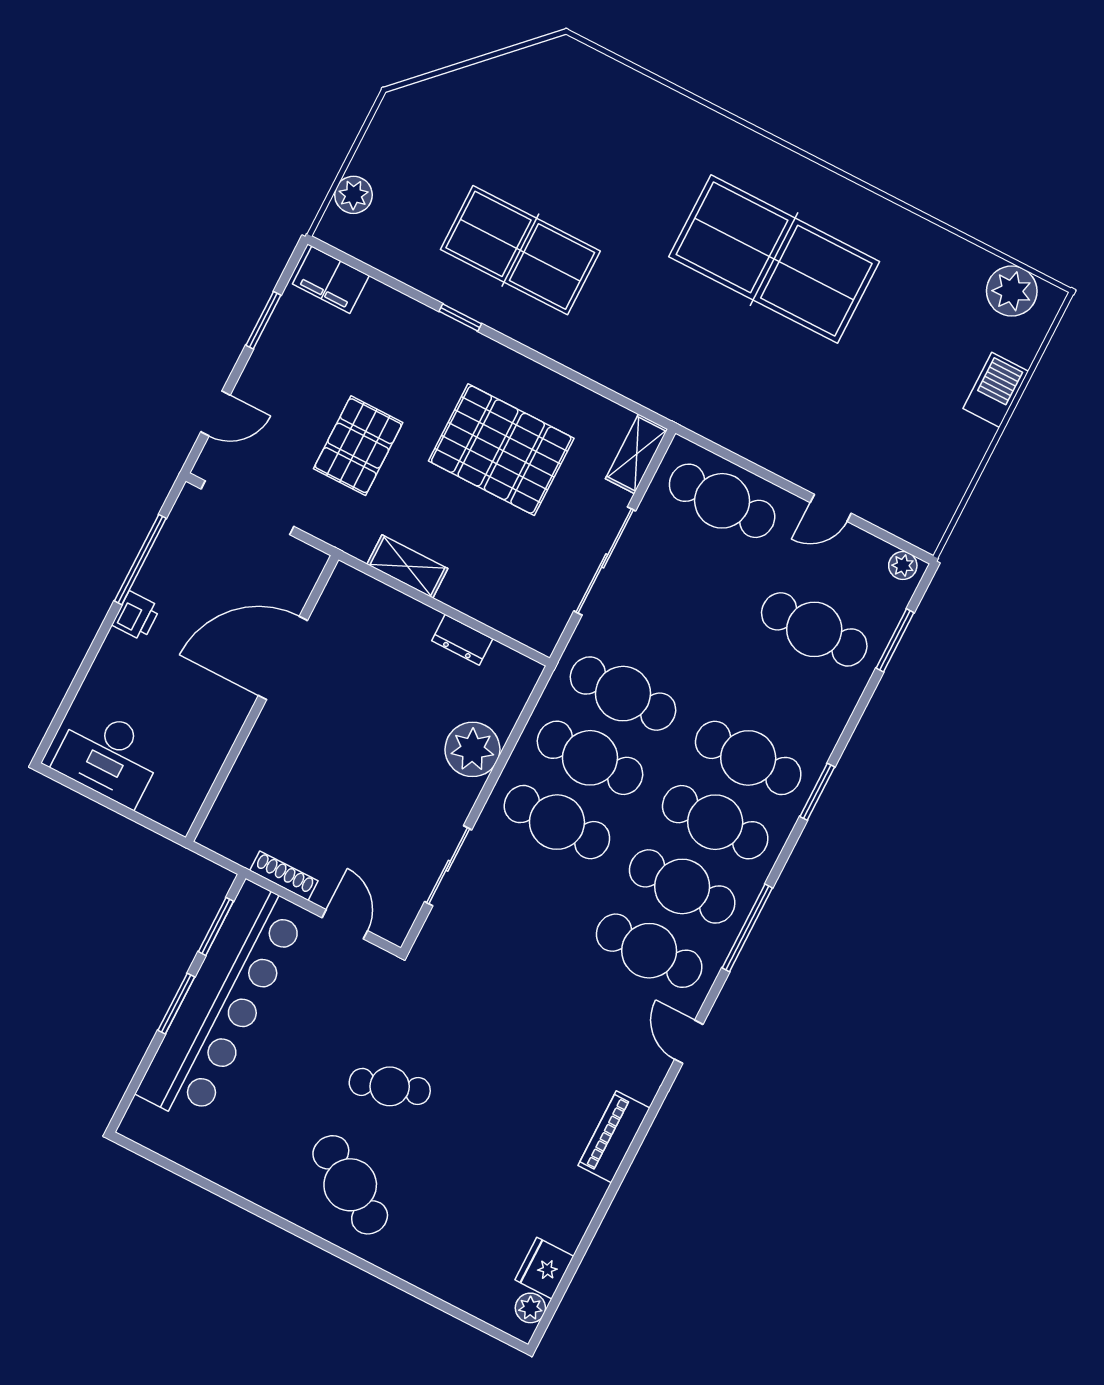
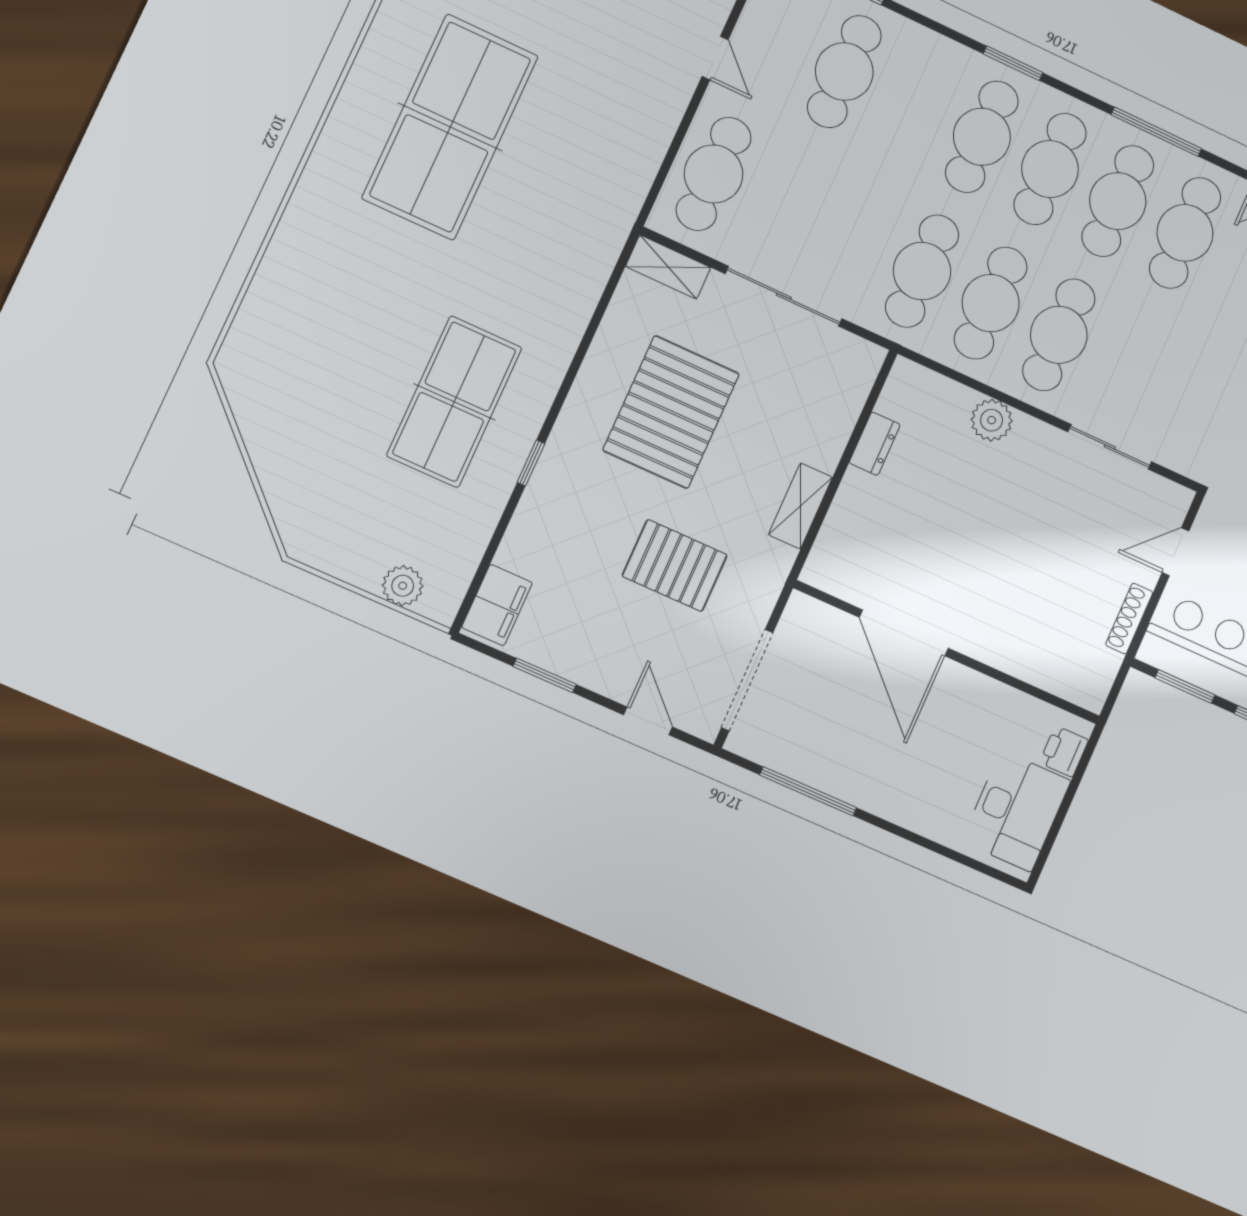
printer: (136, 616) -> (1064, 751), moved, turned -90
plant: (472, 749) -> (992, 420), width x0.73, depth x0.73

